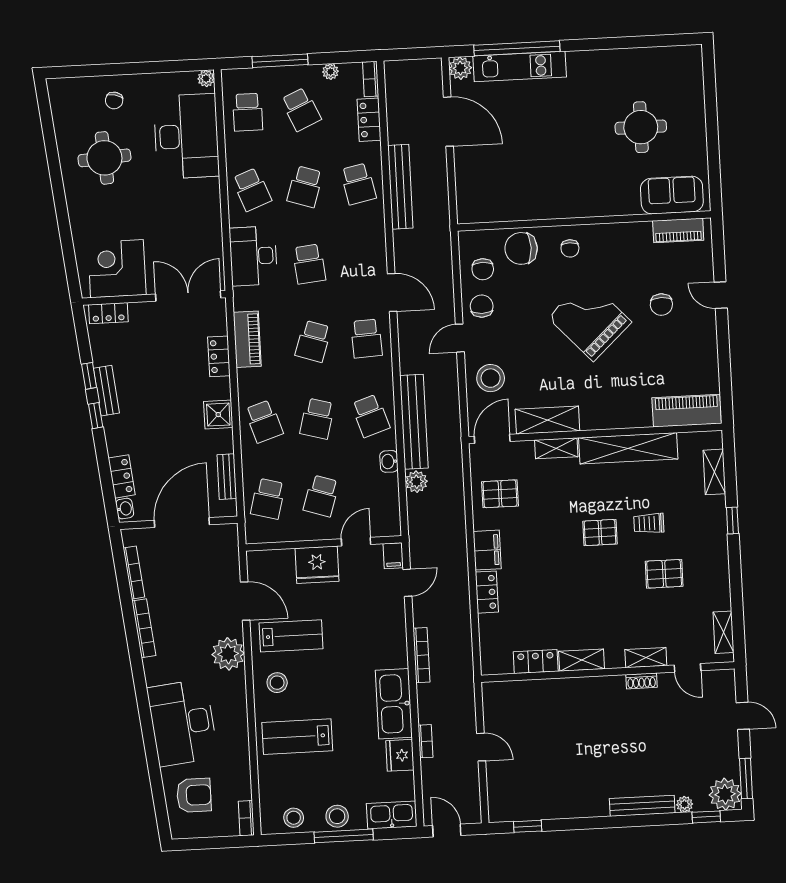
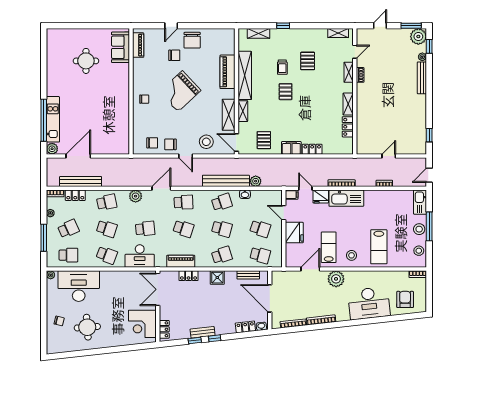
bench: (400, 187) -> (81, 181), moved
school desk: (252, 189) -> (107, 255), turned 42
plant: (374, 241) -> (136, 196), added
chair: (521, 248) -> (192, 40), moved
piano: (687, 411) -> (227, 72), moved
kitchen sink: (394, 704) -> (346, 198), moved
fridge: (400, 755) -> (321, 196), moved

